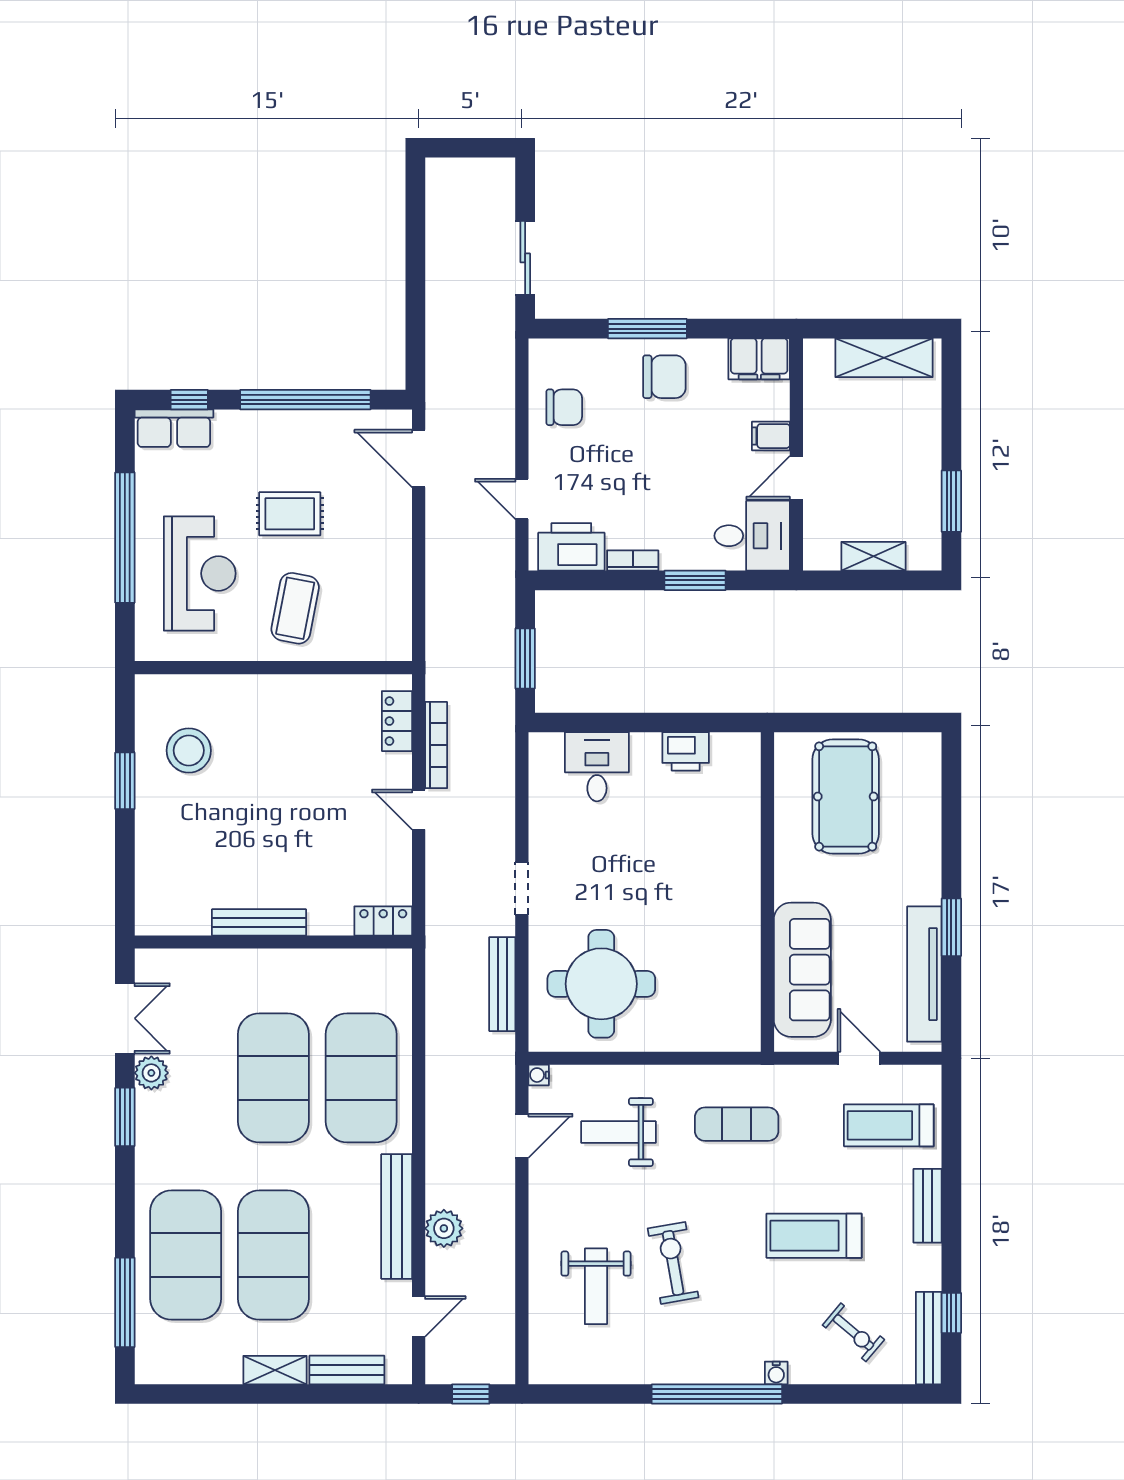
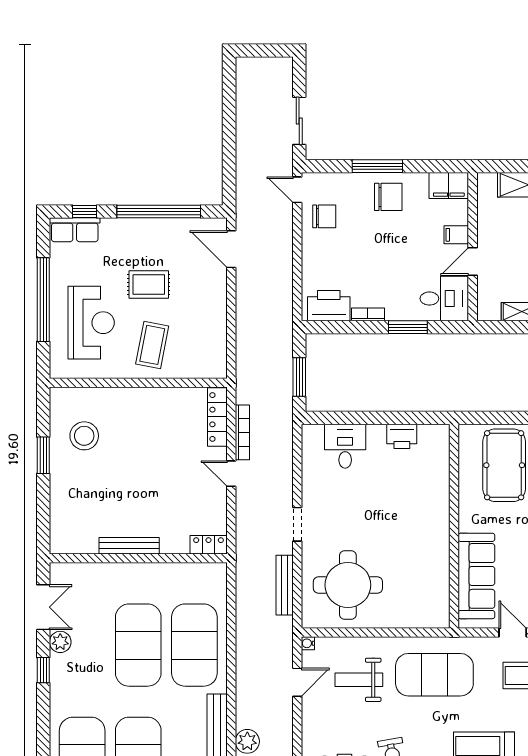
door: (522, 499) -> (297, 190), moved
locker: (397, 721) -> (217, 417), width x1.53
window: (125, 1117) -> (43, 670), width x0.67
exercise mat: (737, 1124) -> (434, 675), width x2.00, depth x1.45

